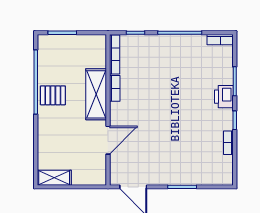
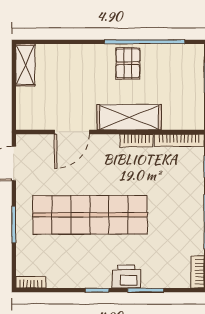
shop shelf: (174, 126) -> (90, 215), added
door: (108, 140) -> (72, 132), hinge flipped
bookcase: (228, 143) -> (31, 282), moved

